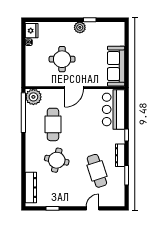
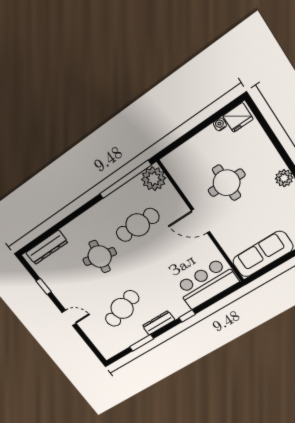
door: (93, 208) -> (69, 318), moved

